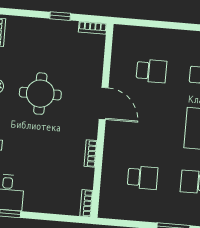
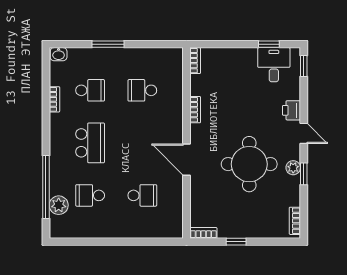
school desk: (151, 71) -> (142, 195), turned 180
round table: (40, 94) -> (249, 164), width x1.36, depth x1.36

